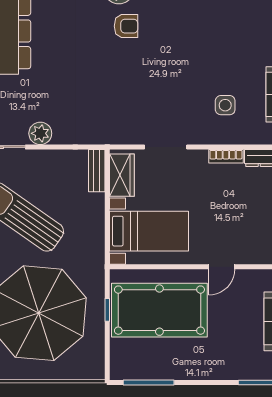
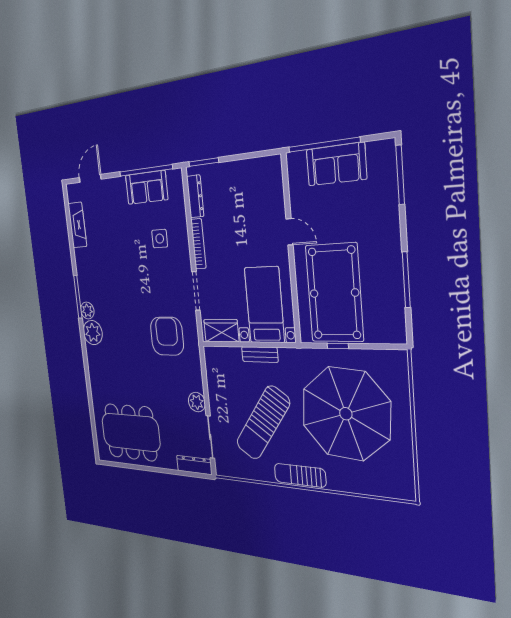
armchair: (126, 26) -> (167, 336), moved, width x1.88, depth x1.88
bookcase: (226, 156) -> (198, 244), width x1.56
bench: (97, 171) -> (260, 354), moved
window: (149, 382) -> (406, 280), moved

